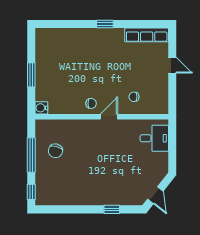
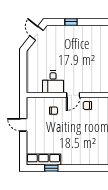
window: (105, 24) -> (51, 168), moved
door: (172, 65) -> (23, 125), moved
desk: (154, 138) -> (53, 82), moved, turned -90

